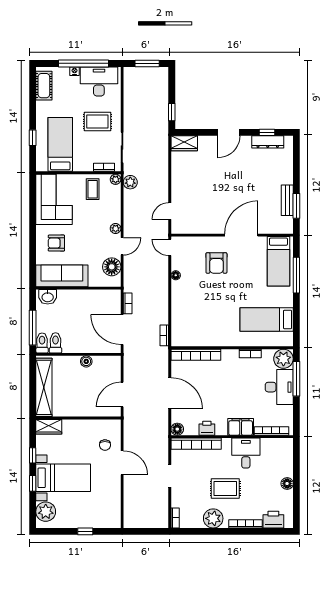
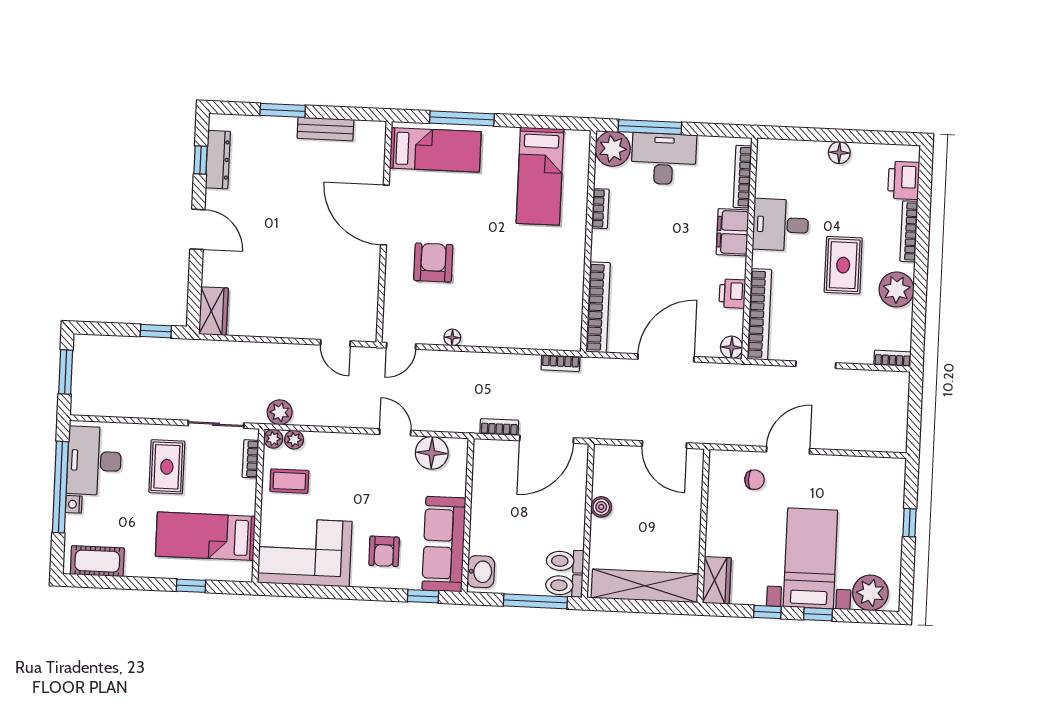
window: (296, 206) -> (283, 110), moved
plant: (116, 229) -> (294, 440), moved
armchair: (216, 263) -> (433, 263), turned -90
window: (33, 266) -> (423, 596), added

